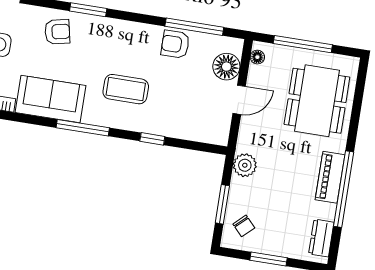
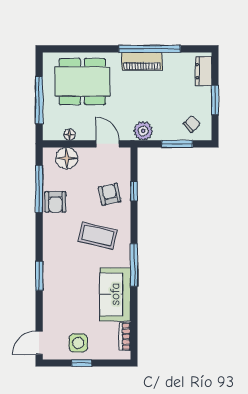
armchair: (57, 32) -> (110, 194), moved
floor lamp: (257, 57) -> (70, 135), moved
coffee table: (126, 89) -> (98, 236), turned -76
door: (239, 100) -> (108, 144), moved
window: (152, 139) -> (134, 191), moved
dresser: (321, 238) -> (203, 71), moved, turned 90

